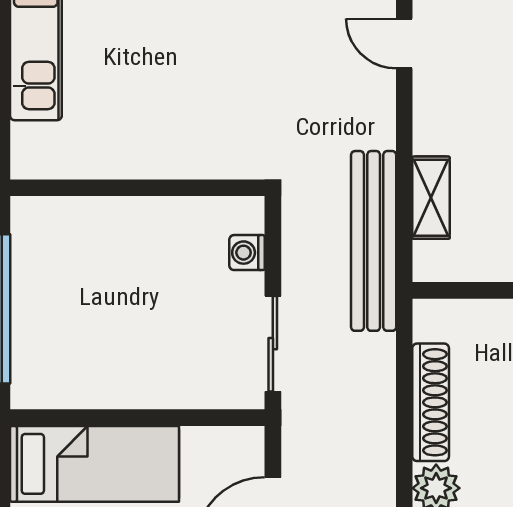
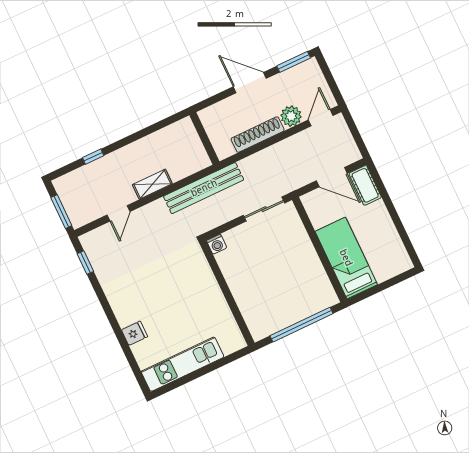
shelving: (431, 198) -> (152, 184), moved
washing machine: (247, 253) -> (217, 244), moved

